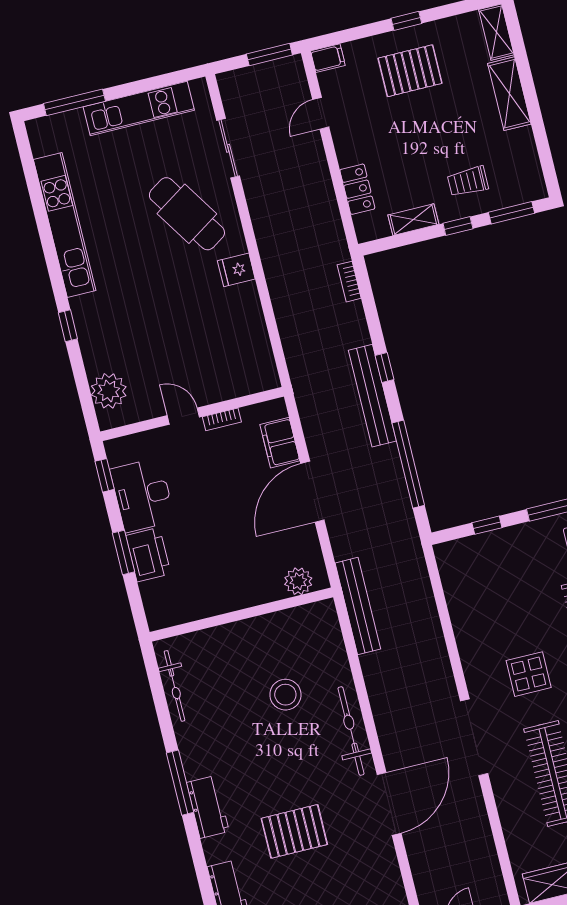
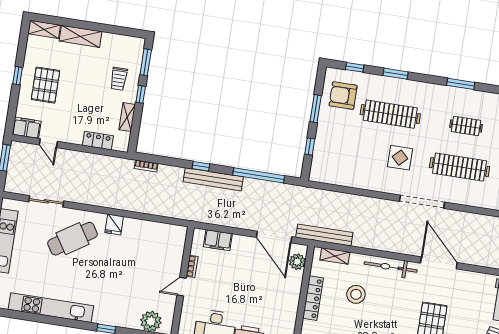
filing cabinet: (328, 58) -> (27, 128), width x2.00
door: (312, 492) -> (274, 237), moved
locker: (251, 630) -> (313, 298), added
shelving: (332, 636) -> (335, 256), added

